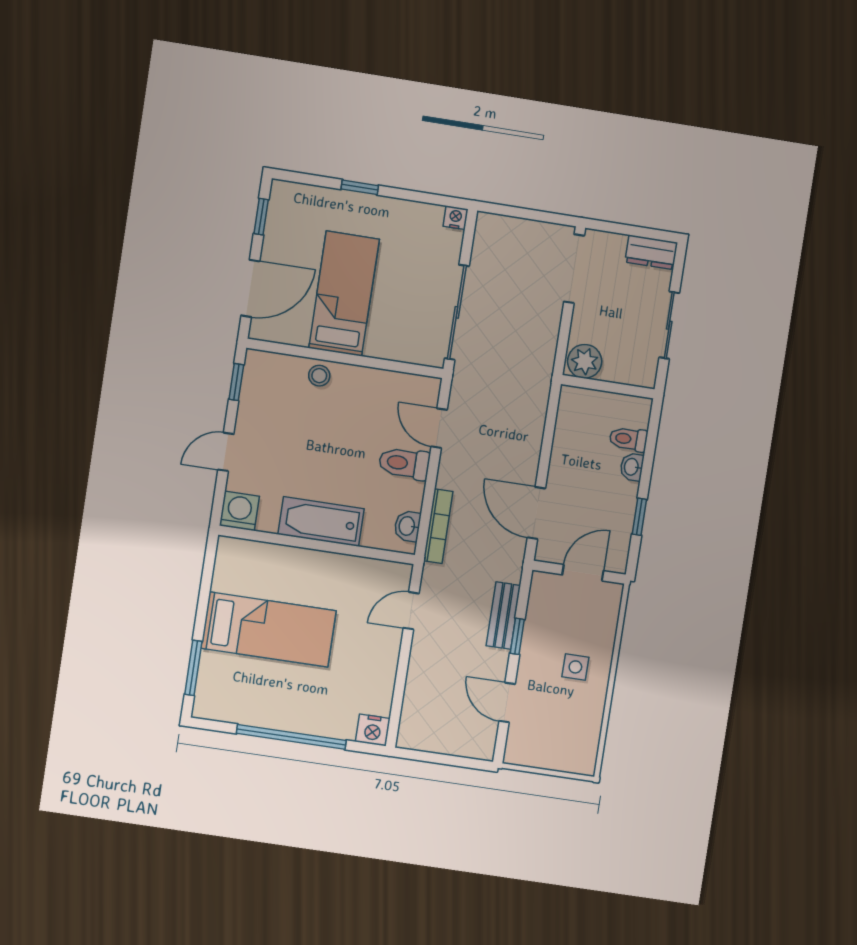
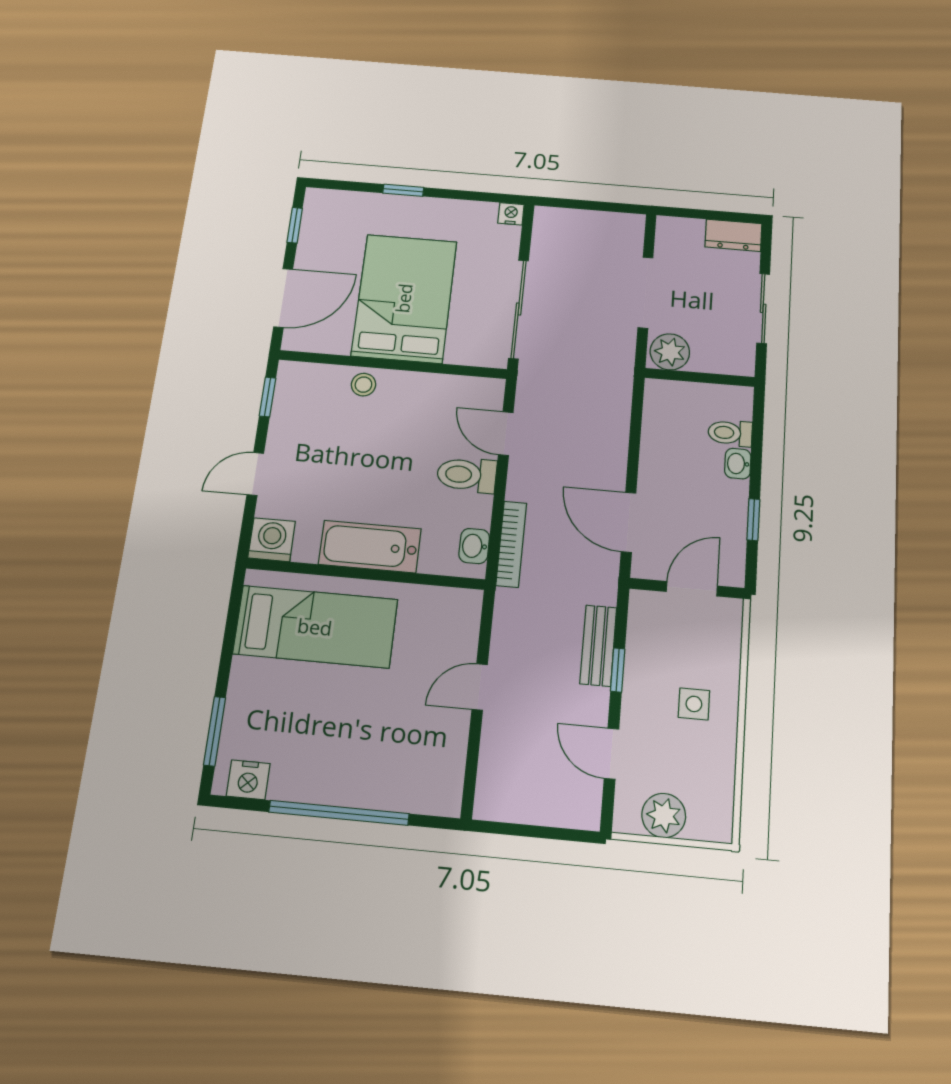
doorway: (574, 269) -> (646, 293), moved
bed: (344, 294) -> (404, 298), width x1.50
door: (411, 611) -> (480, 687), moved
bed: (269, 629) -> (315, 627), moved
nightstand: (373, 730) -> (248, 780), moved
plant: (544, 752) -> (664, 815), added

